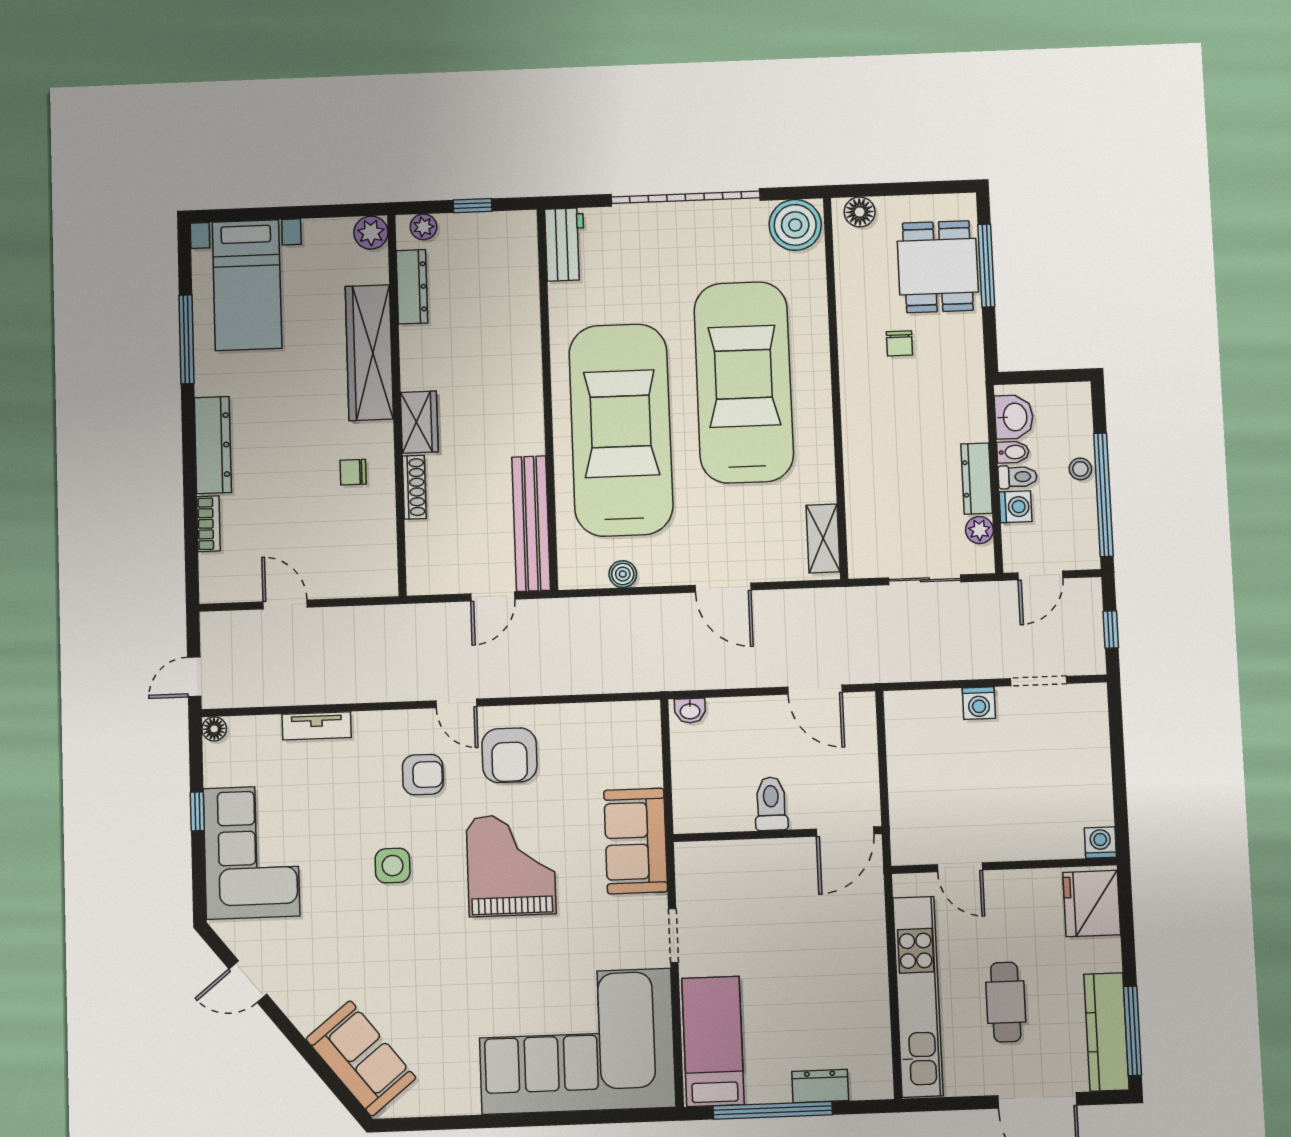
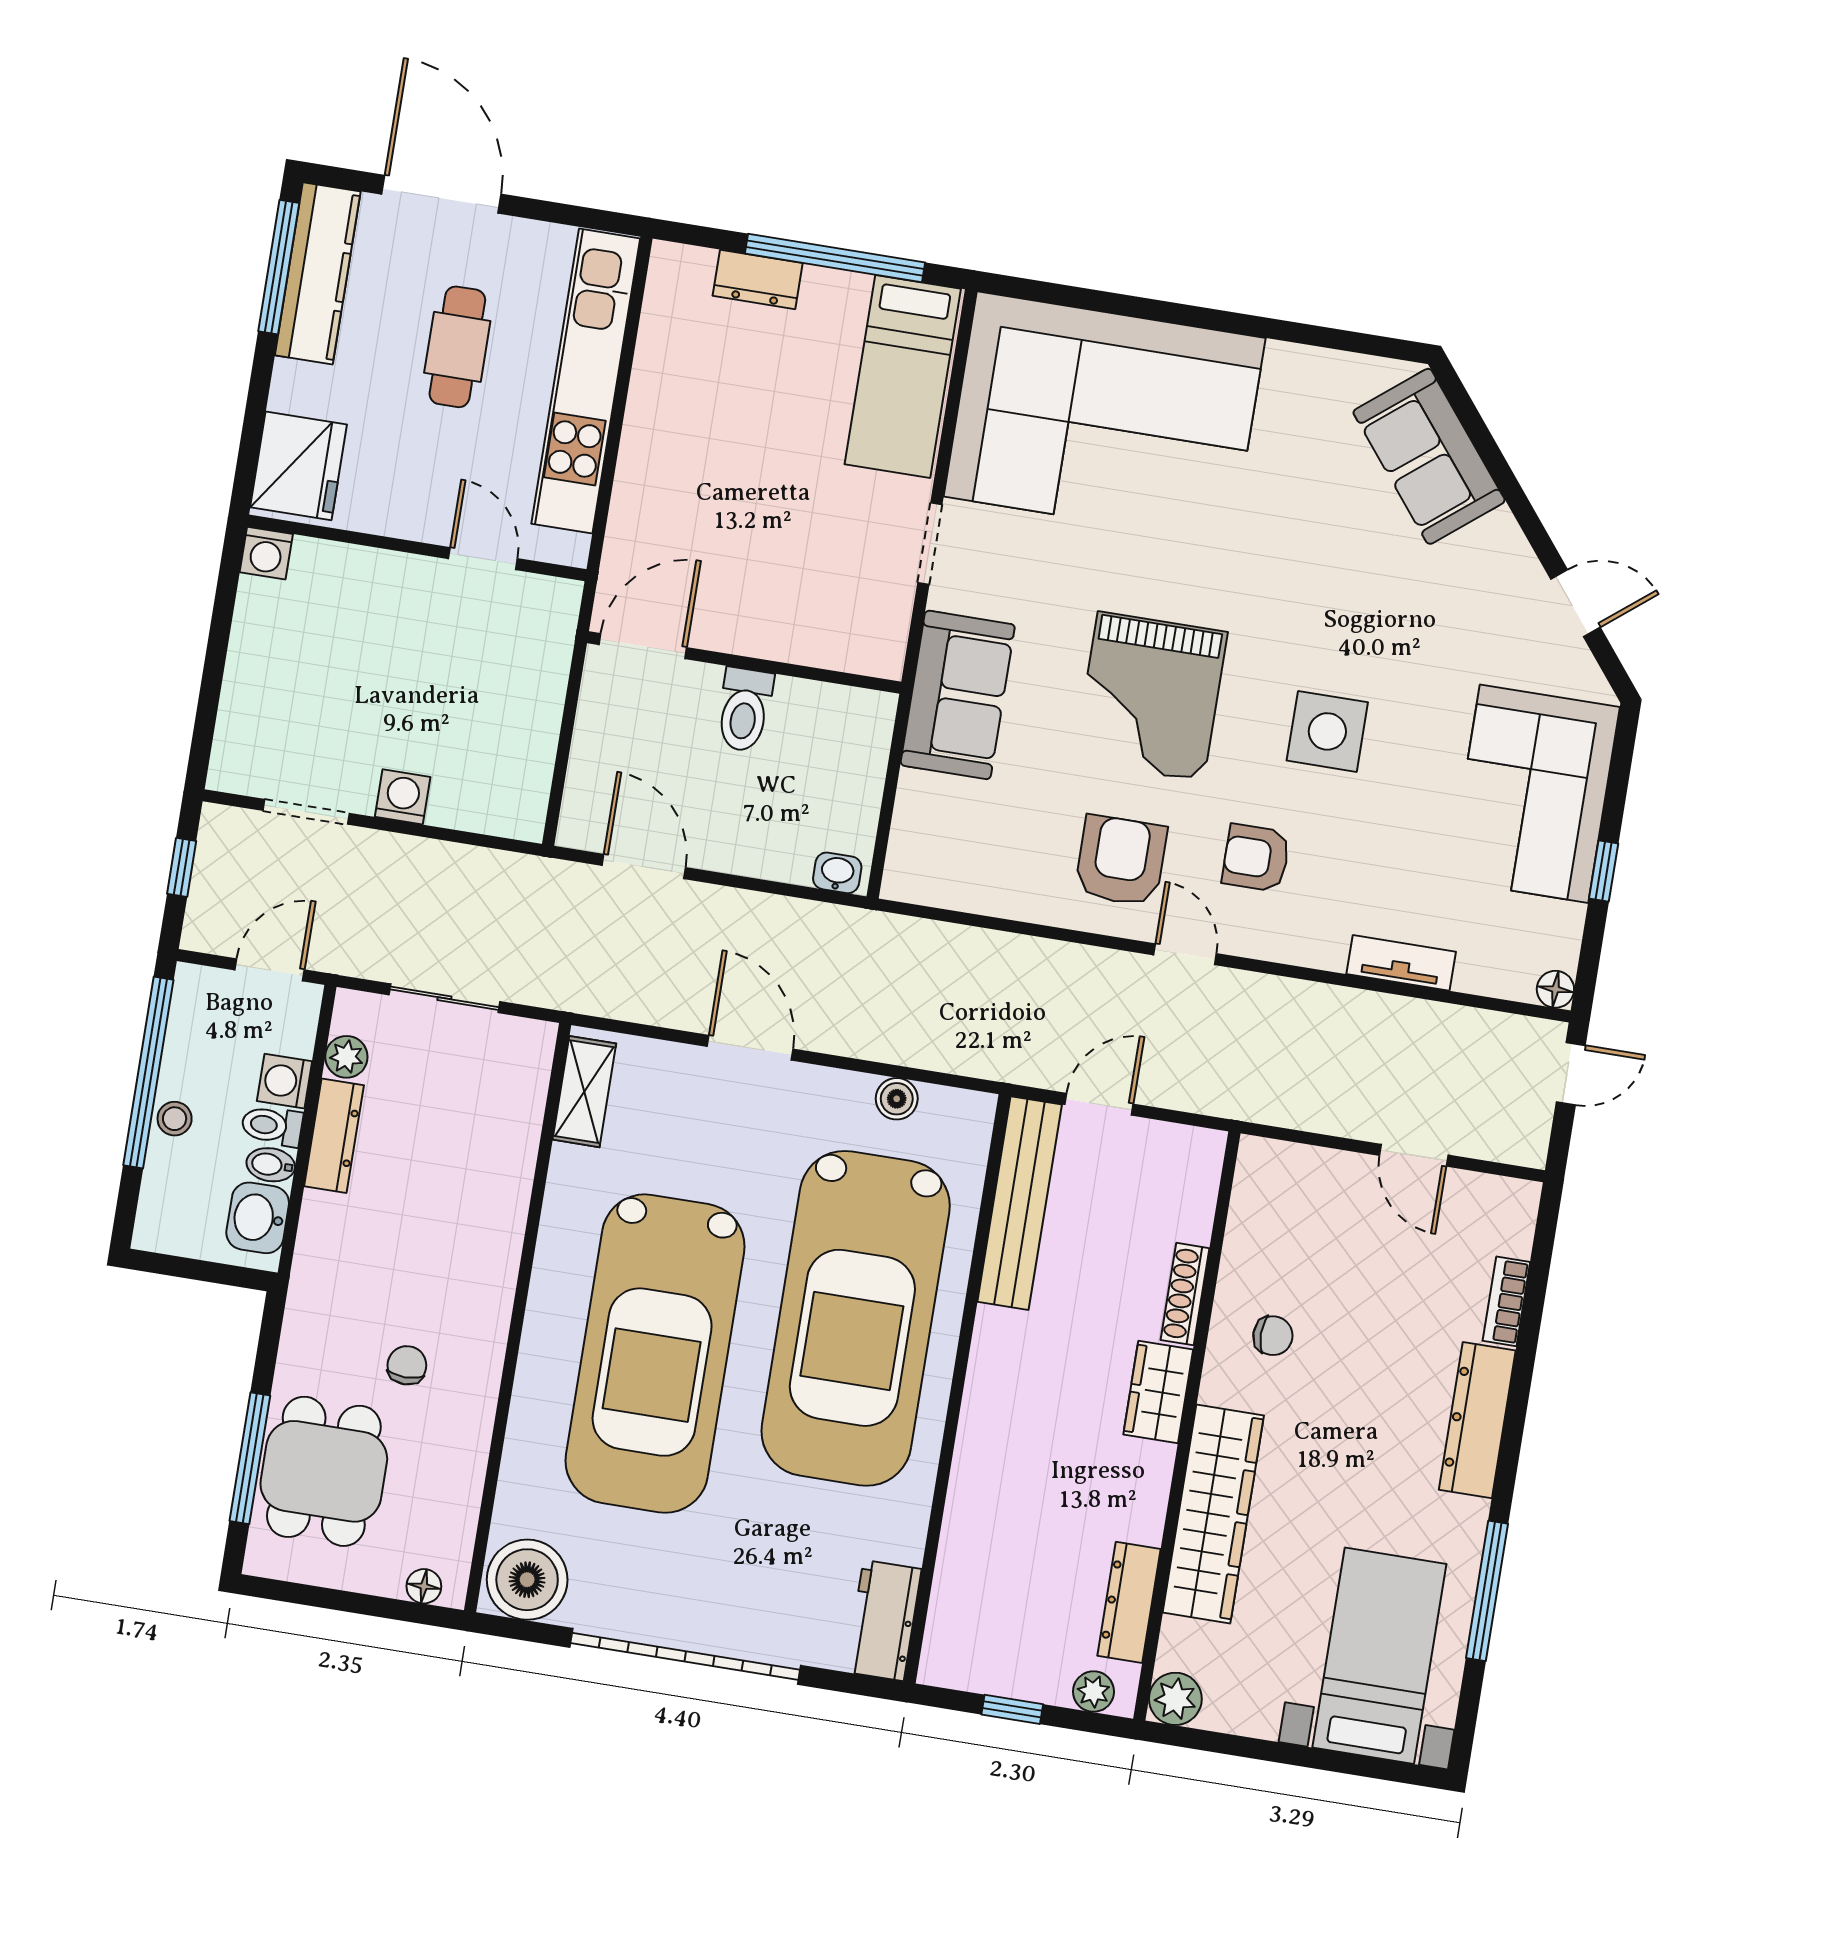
floor lamp: (860, 212) -> (424, 1586), width x0.73, depth x0.73
side table: (393, 866) -> (1327, 731), width x1.37, depth x1.37

